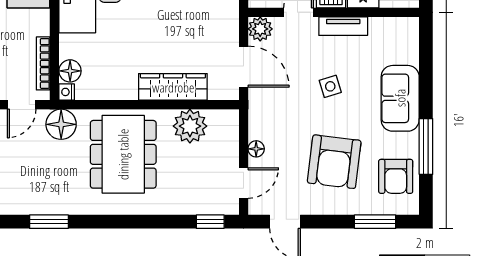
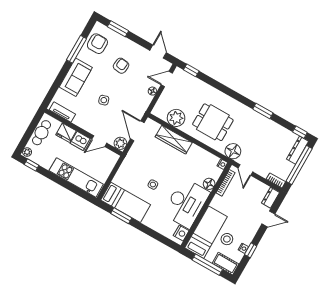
tv unit: (343, 26) -> (62, 112), moved
floor lamp: (70, 71) -> (209, 184), moved
door: (22, 105) -> (245, 170), swing flipped
dining table: (123, 154) -> (213, 122), width x0.73
armchair: (334, 162) -> (121, 66), width x0.53, depth x0.53

